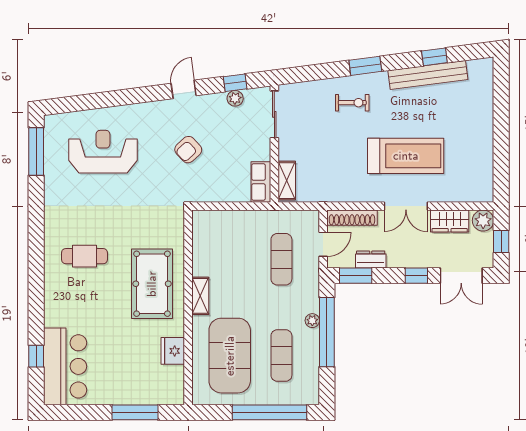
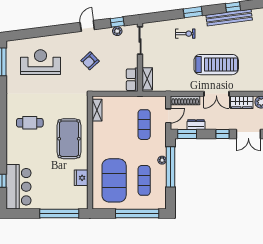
shelving: (200, 296) -> (97, 110), moved
window: (135, 412) -> (59, 213), width x1.46

